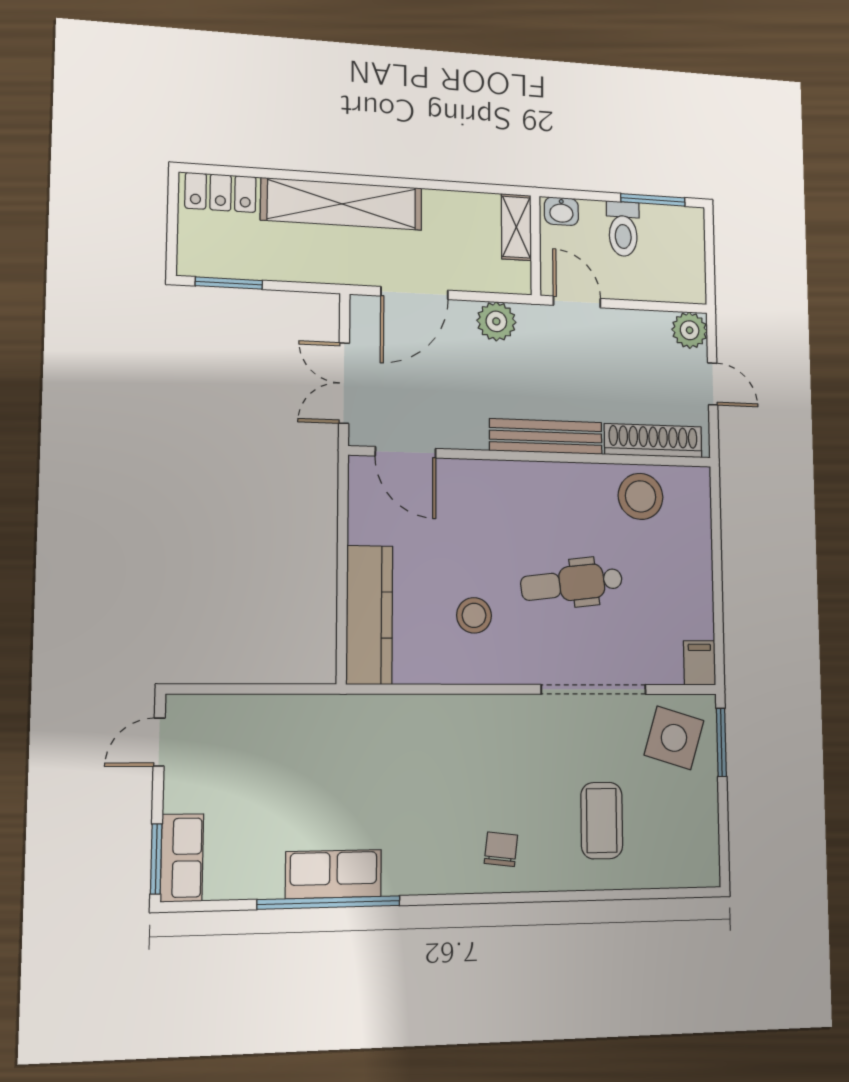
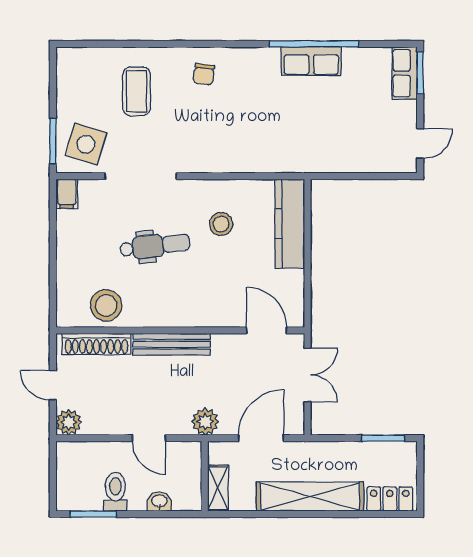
shelving: (516, 227) -> (218, 488), moved
wall: (535, 245) -> (205, 476), moved

